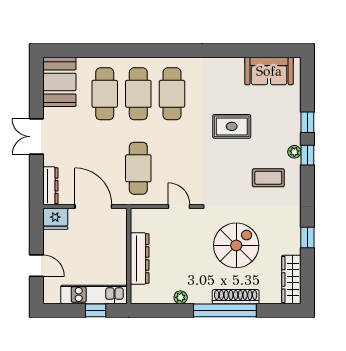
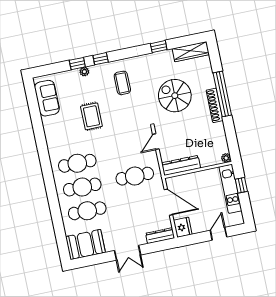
plant: (294, 152) -> (84, 72), moved
door: (93, 206) -> (168, 202), swing flipped
dresser: (140, 259) -> (181, 165), moved
plant: (181, 297) -> (226, 158), moved
shoe rack: (236, 297) -> (215, 105), moved

